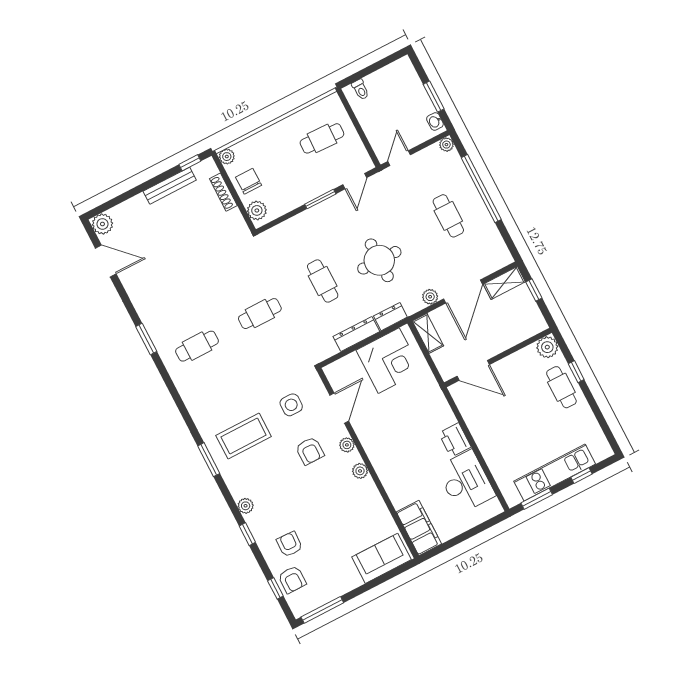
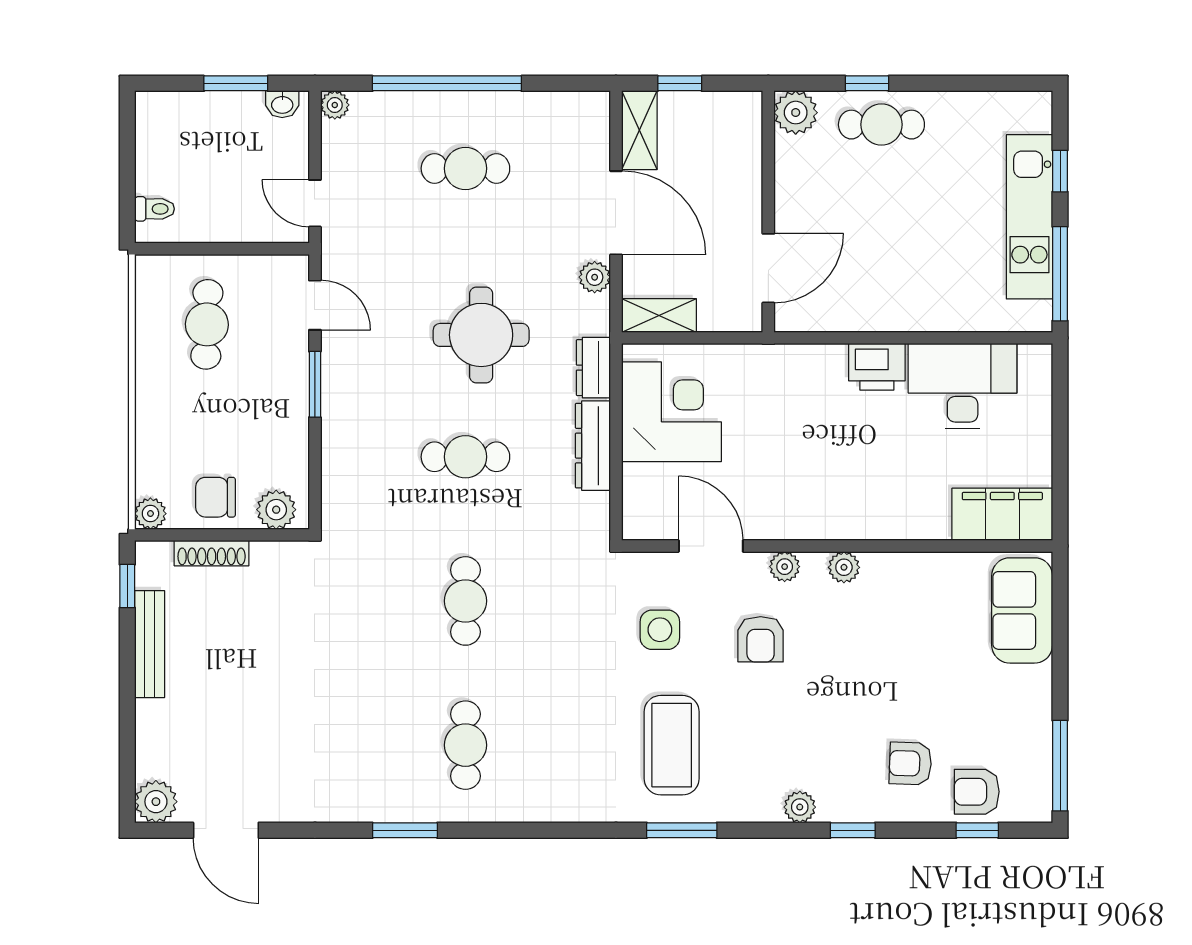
door: (106, 261) -> (226, 830), swing flipped
armchair: (310, 451) -> (761, 639), turned 90
window: (537, 499) -> (1060, 274), width x1.44
armchair: (292, 579) -> (977, 792), turned 180

